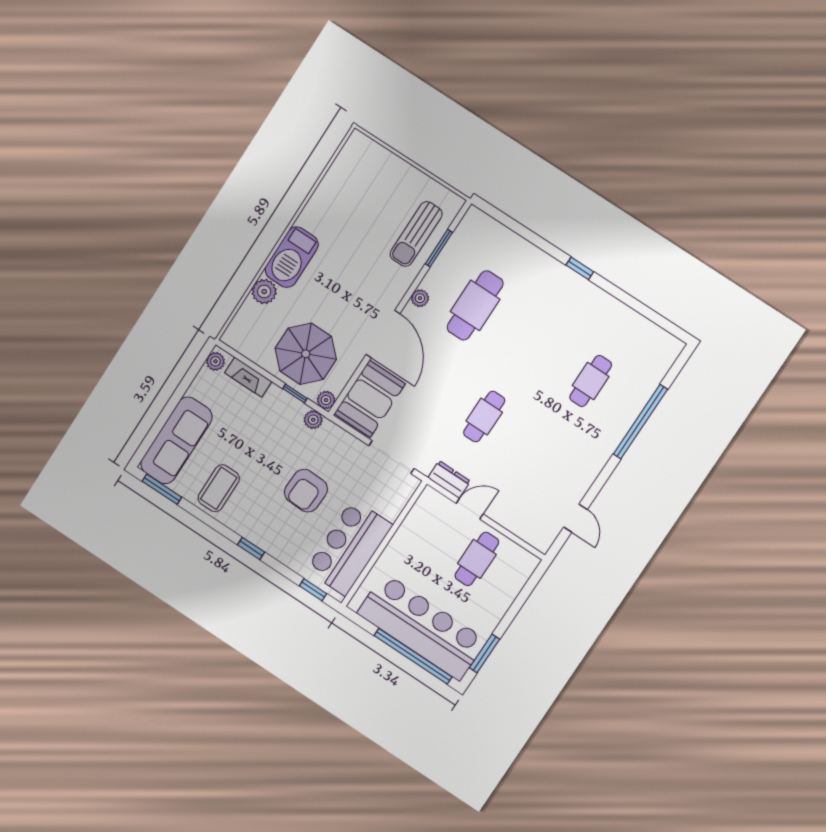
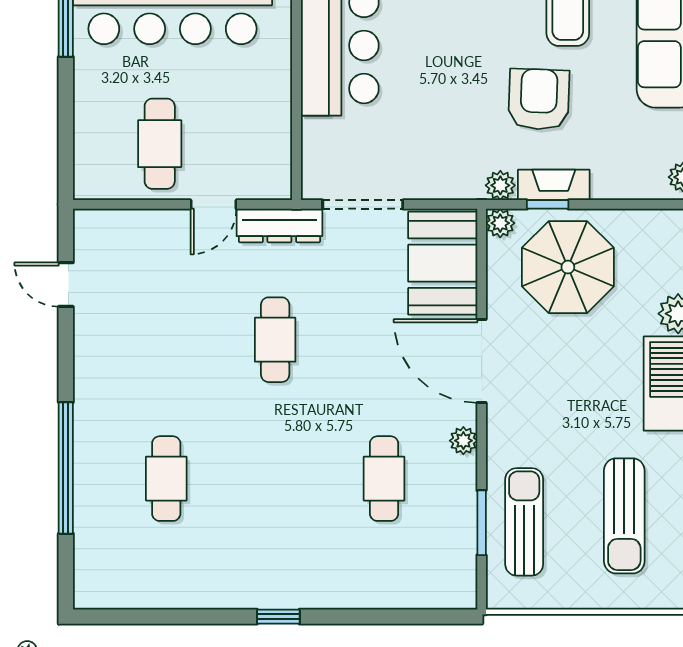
sun lounger: (361, 203) -> (624, 516), added
cafe table: (475, 305) -> (384, 479), width x0.73, depth x0.74
fireplace: (248, 377) -> (554, 185), moved
dresser: (449, 479) -> (279, 225), width x1.44
armchair: (306, 491) -> (539, 99), moved

